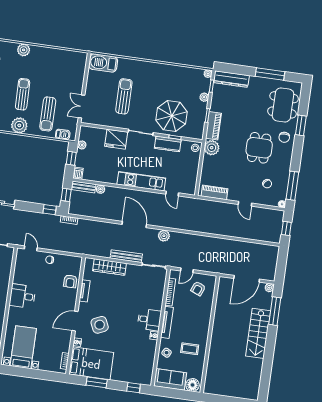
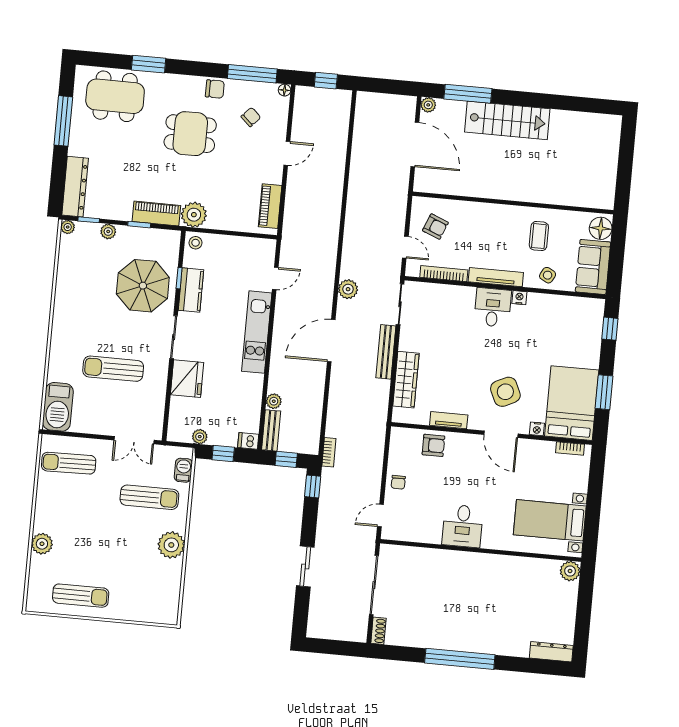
sun lounger: (23, 94) -> (69, 463), moved
chair: (284, 137) -> (215, 89), moved

